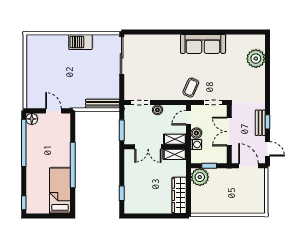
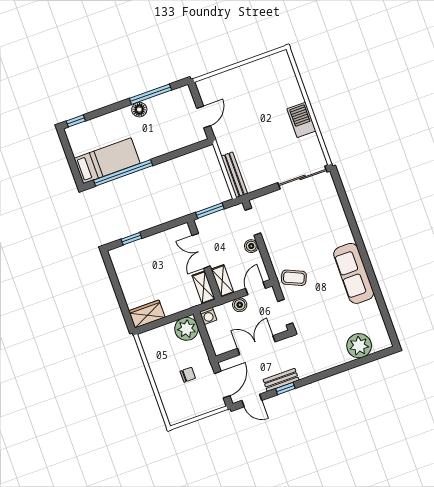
door: (189, 118) -> (255, 288), hinge flipped
floor lamp: (32, 119) -> (139, 110), moved
window: (24, 143) -> (150, 94), width x0.68
washing machine: (196, 144) -> (208, 316), moved
door: (267, 149) -> (252, 400), hinge flipped
window: (73, 165) -> (123, 173), moved
window: (209, 166) -> (205, 335), removed
chair: (233, 188) -> (188, 375), added
wardrobe: (179, 195) -> (147, 314), width x0.67

